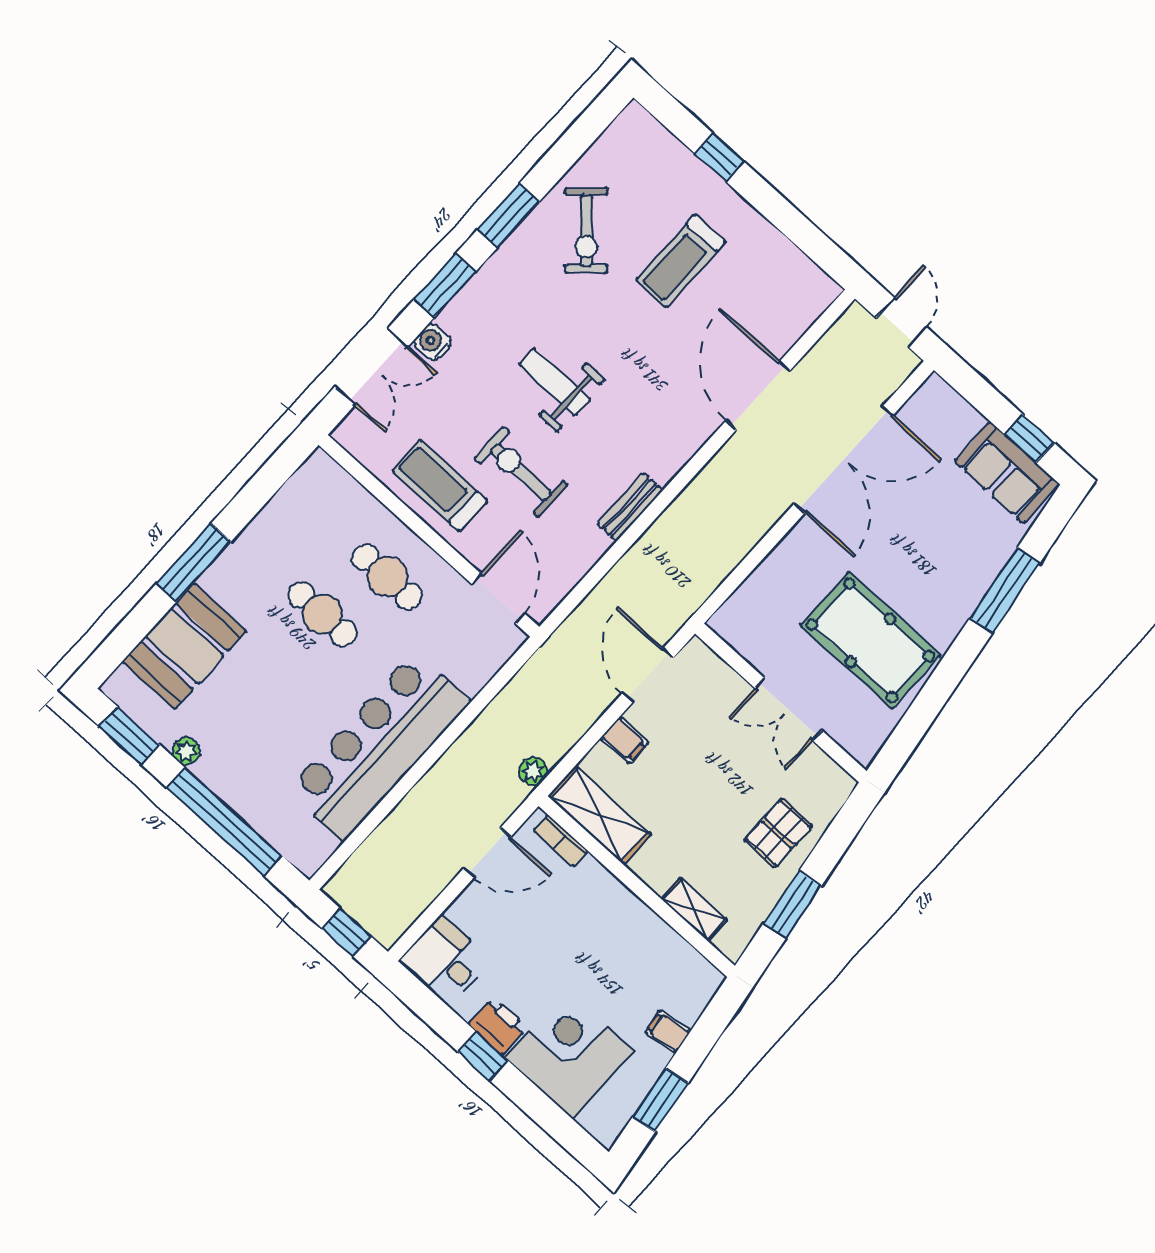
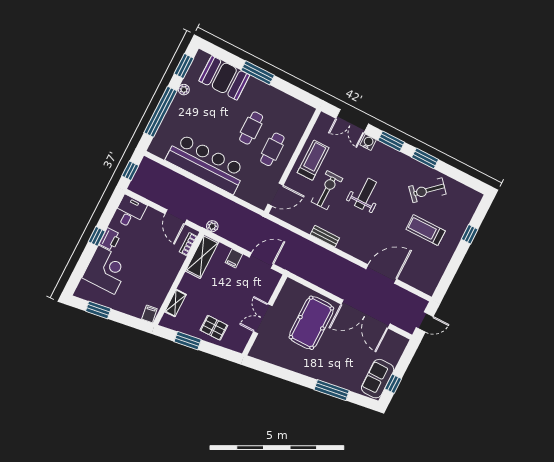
pool table: (871, 640) -> (311, 323), moved
filing cabinet: (668, 1032) -> (149, 314), moved

